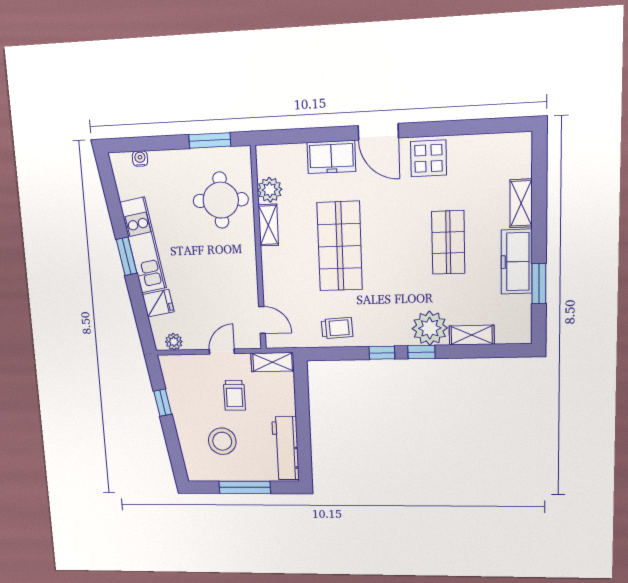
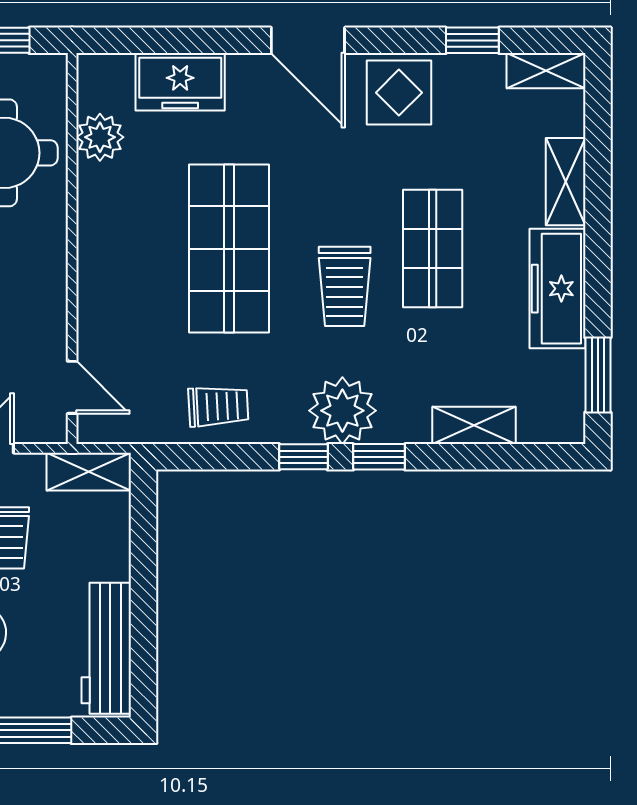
window: (469, 127) -> (472, 40), added
freezer: (331, 157) -> (180, 82), moved
shelving: (268, 225) -> (546, 71), moved, turned 90
trolley: (401, 264) -> (345, 286), added
window: (539, 284) -> (598, 375), moved
plant: (430, 328) -> (342, 411), moved

